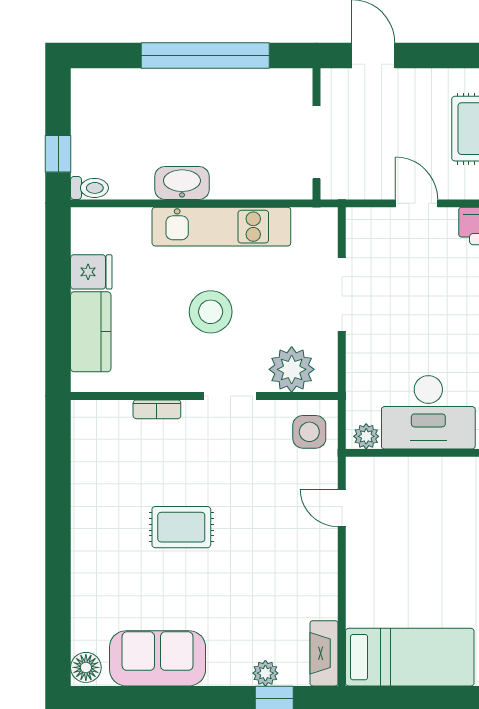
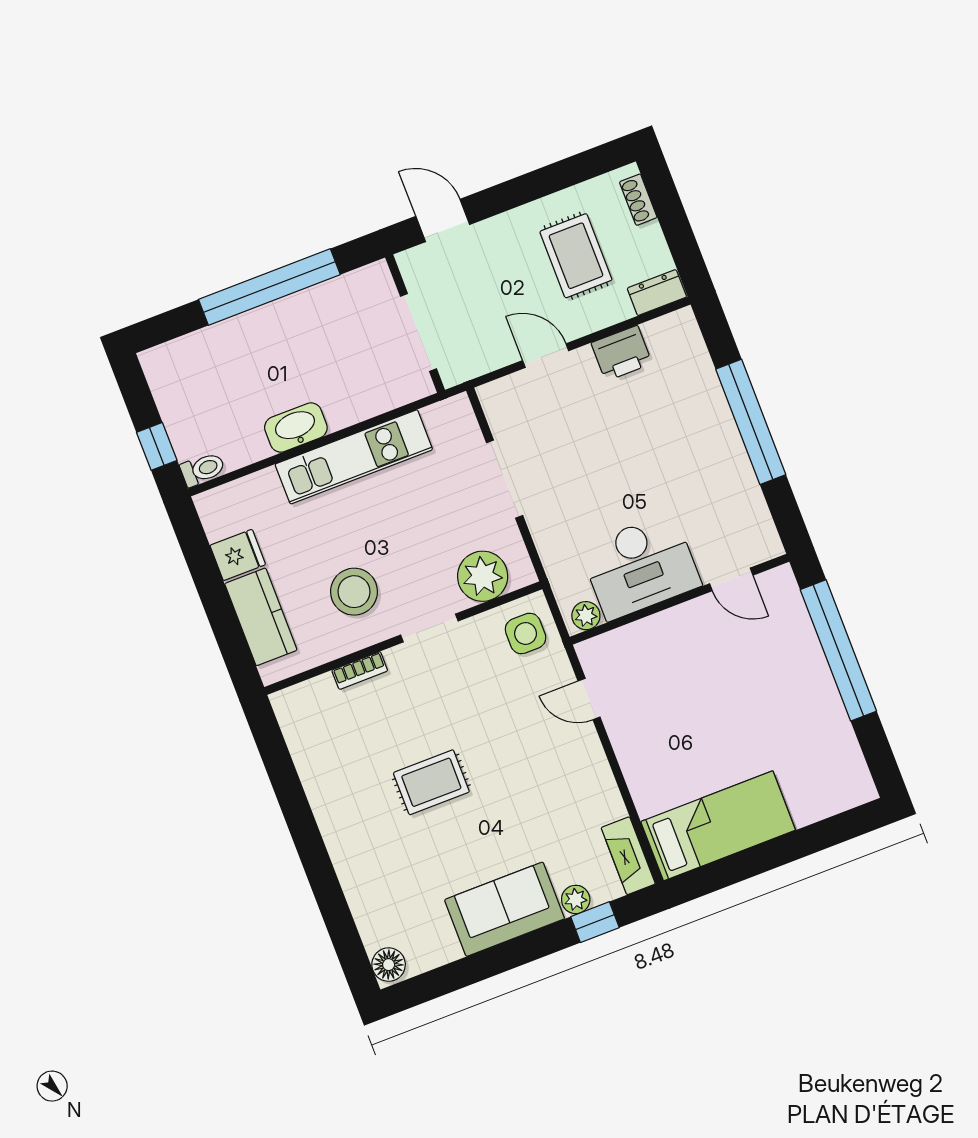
stool: (211, 312) -> (354, 592), moved
sofa: (158, 658) -> (505, 909), moved

